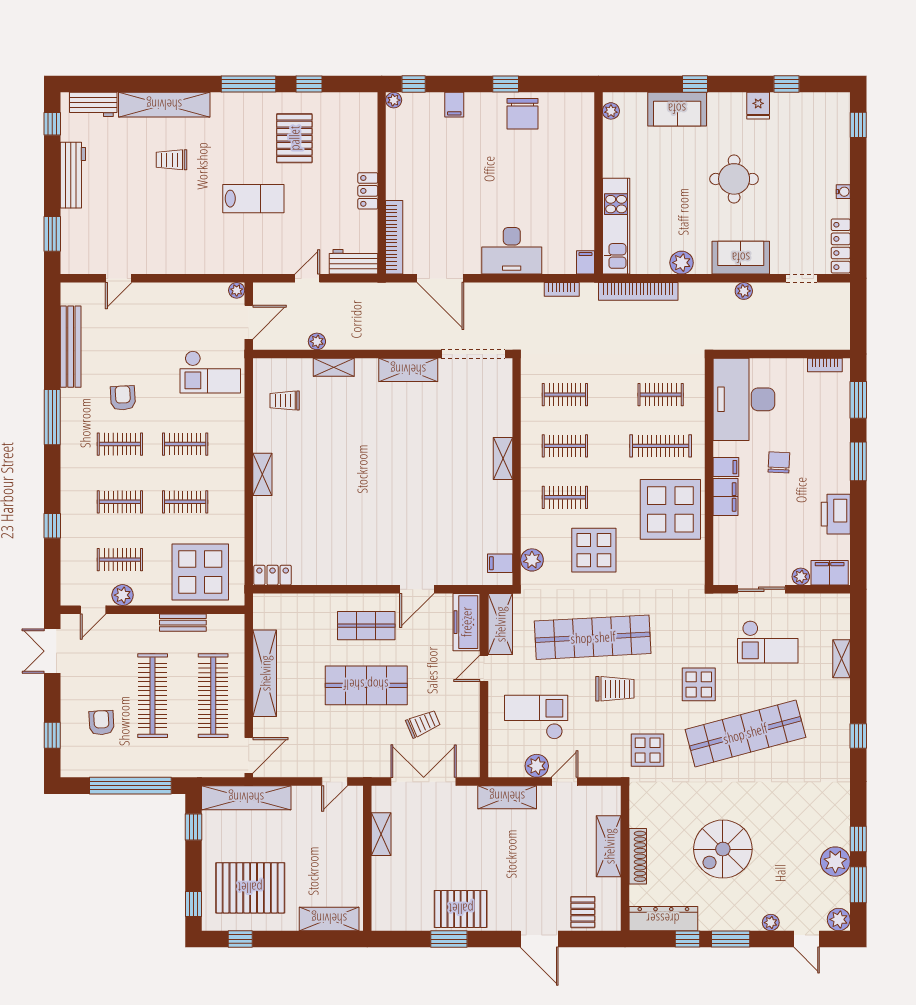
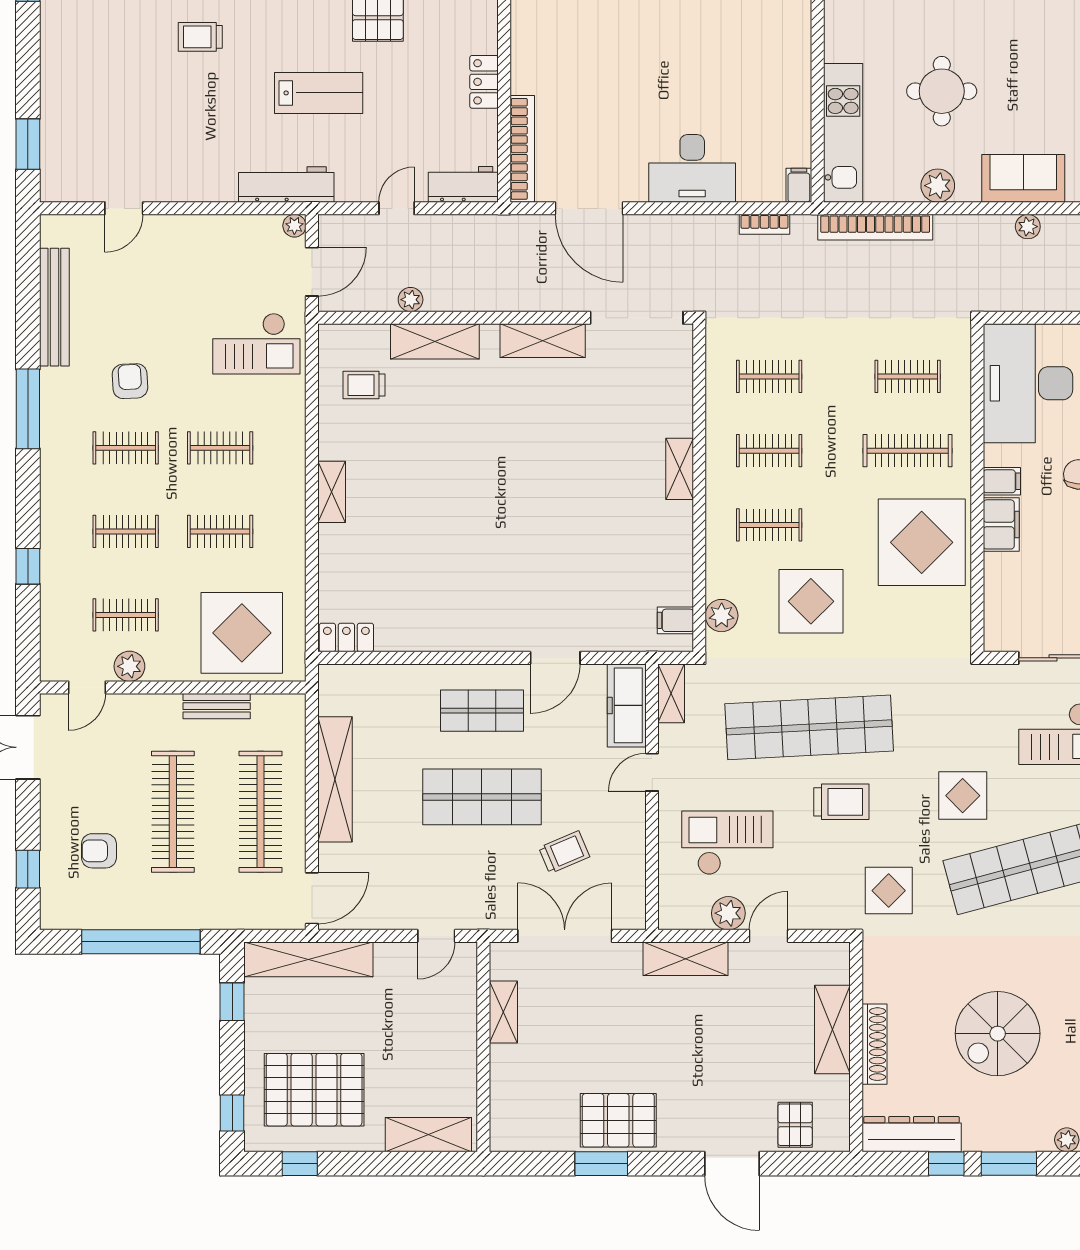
workbench: (73, 175) -> (286, 184), moved, turned -90
round table: (734, 179) -> (942, 91), moved
shelving: (334, 367) -> (435, 341), width x1.50, depth x1.33
shelving: (500, 624) -> (671, 693), width x0.67, depth x0.75
armchair: (101, 723) -> (99, 851), turned -87

